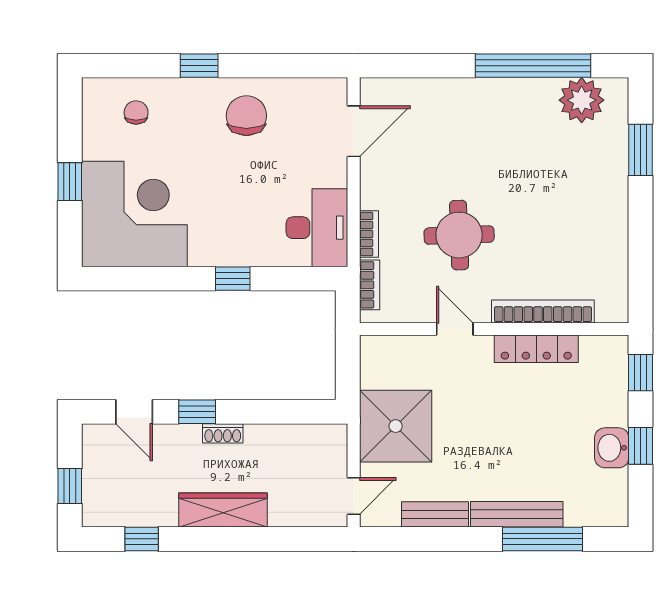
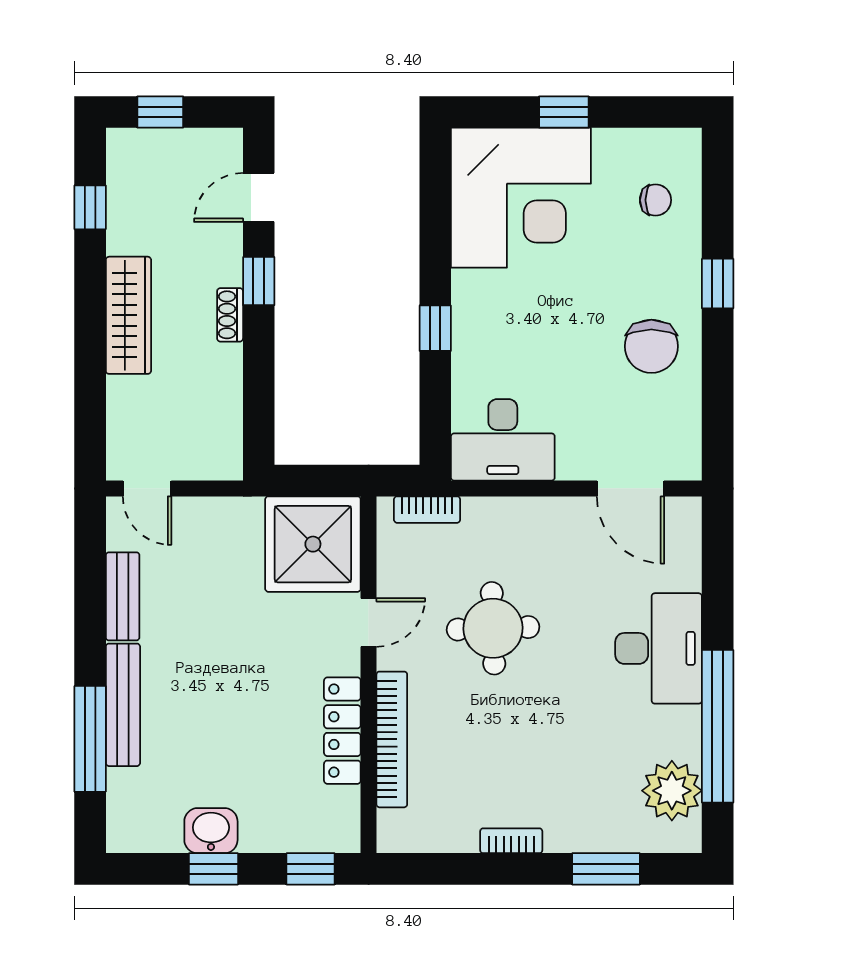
desk: (474, 110) -> (659, 648), added
chair: (246, 116) -> (651, 346), turned 90
bookcase: (369, 234) -> (511, 841), moved, turned 180
shower: (396, 426) -> (313, 544), moved

